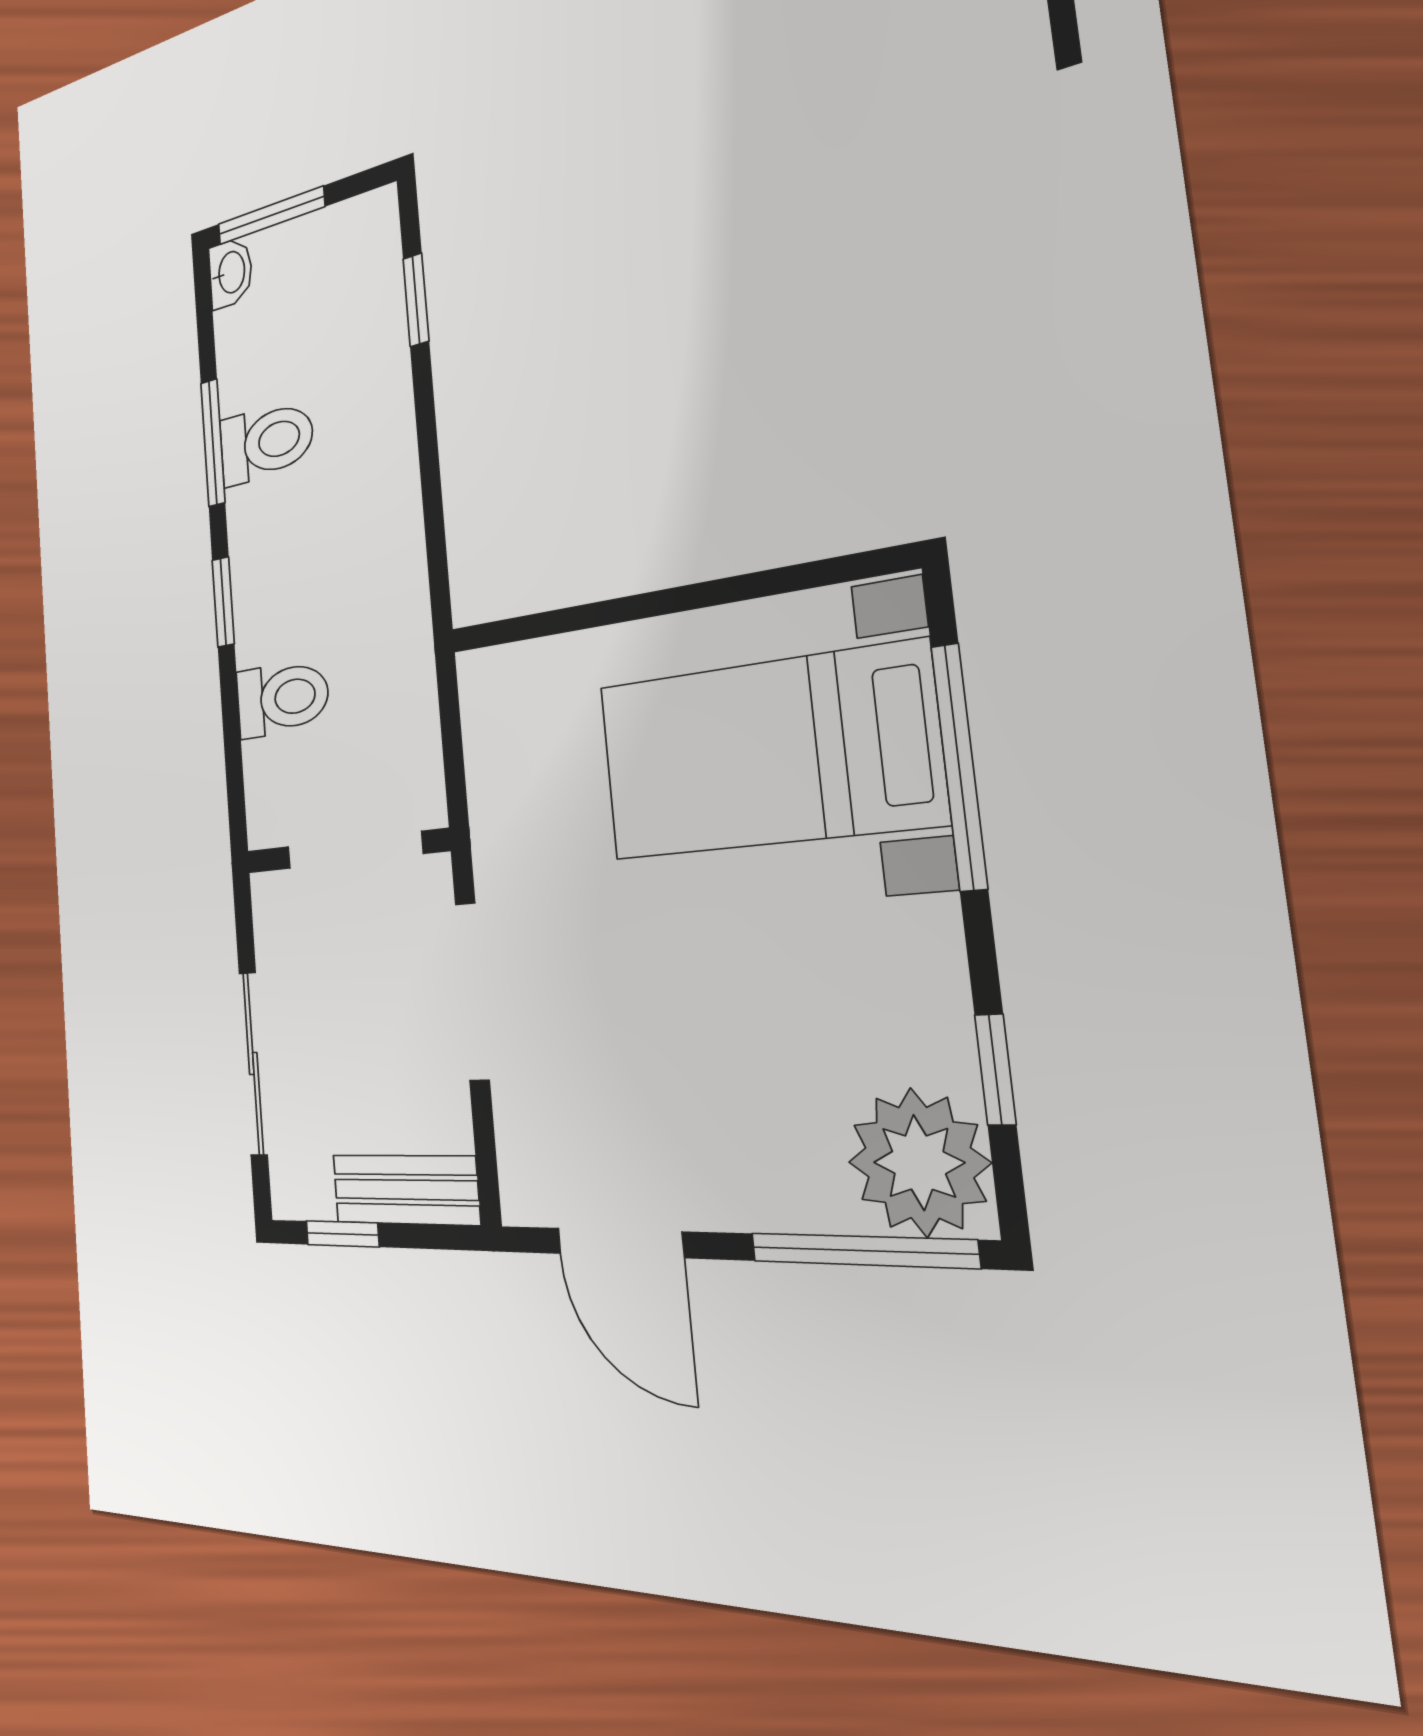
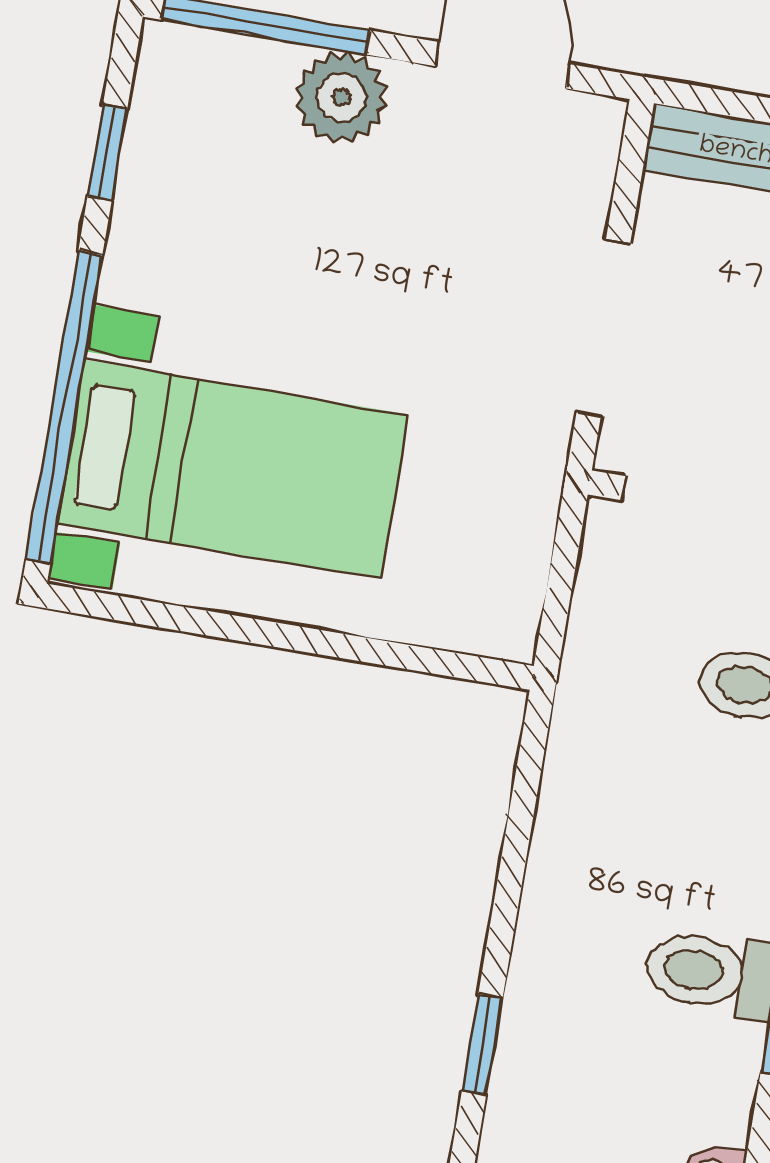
window: (959, 767) -> (64, 407), width x1.46
plant: (919, 1163) -> (341, 97), moved, width x0.73, depth x0.73

